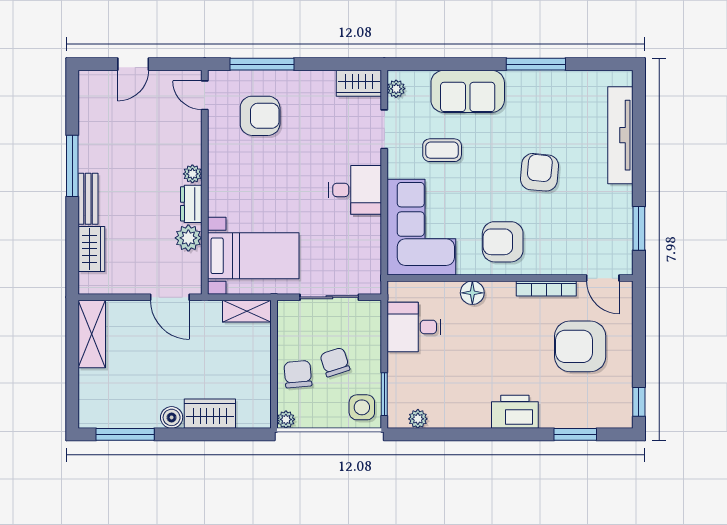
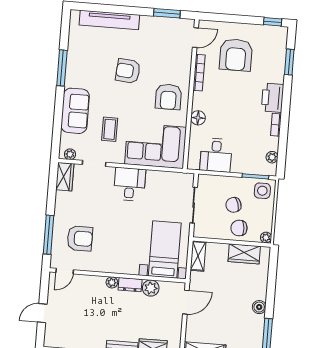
door: (133, 64) -> (42, 313), swing flipped
armchair: (260, 116) -> (80, 238), turned 90
wardrobe: (210, 414) -> (244, 254), moved, turned -90
bookcase: (471, 421) -> (276, 125), added

